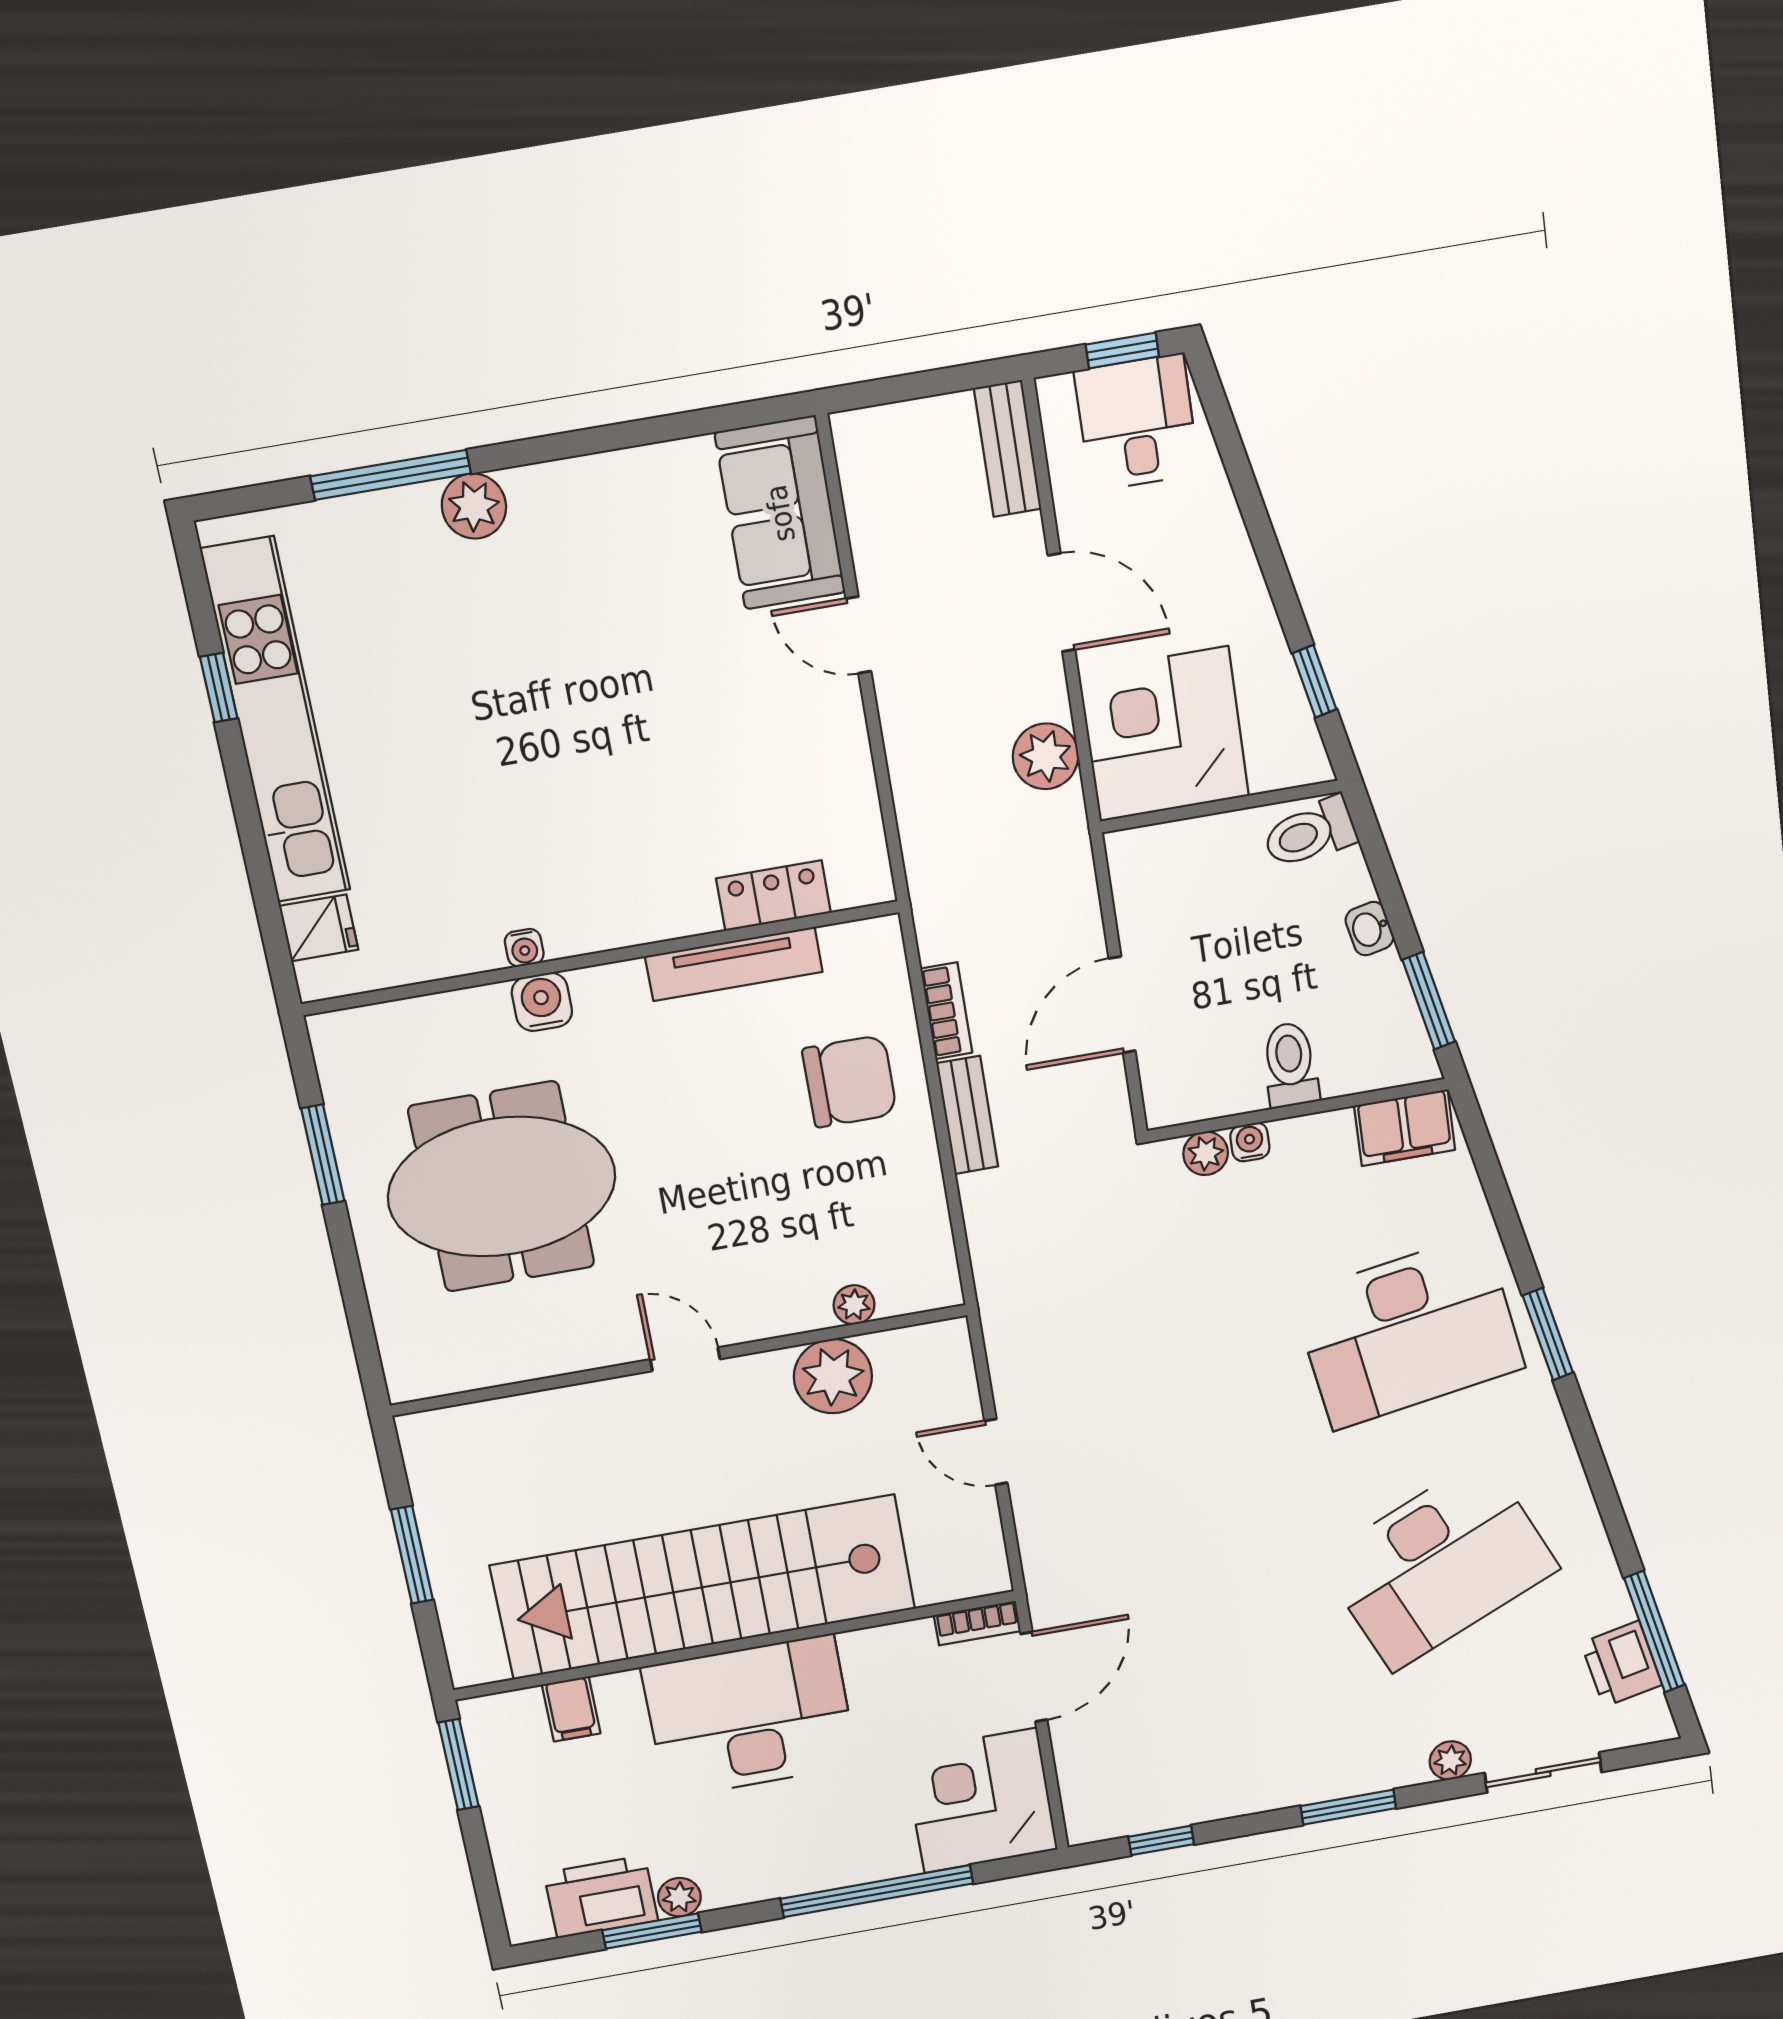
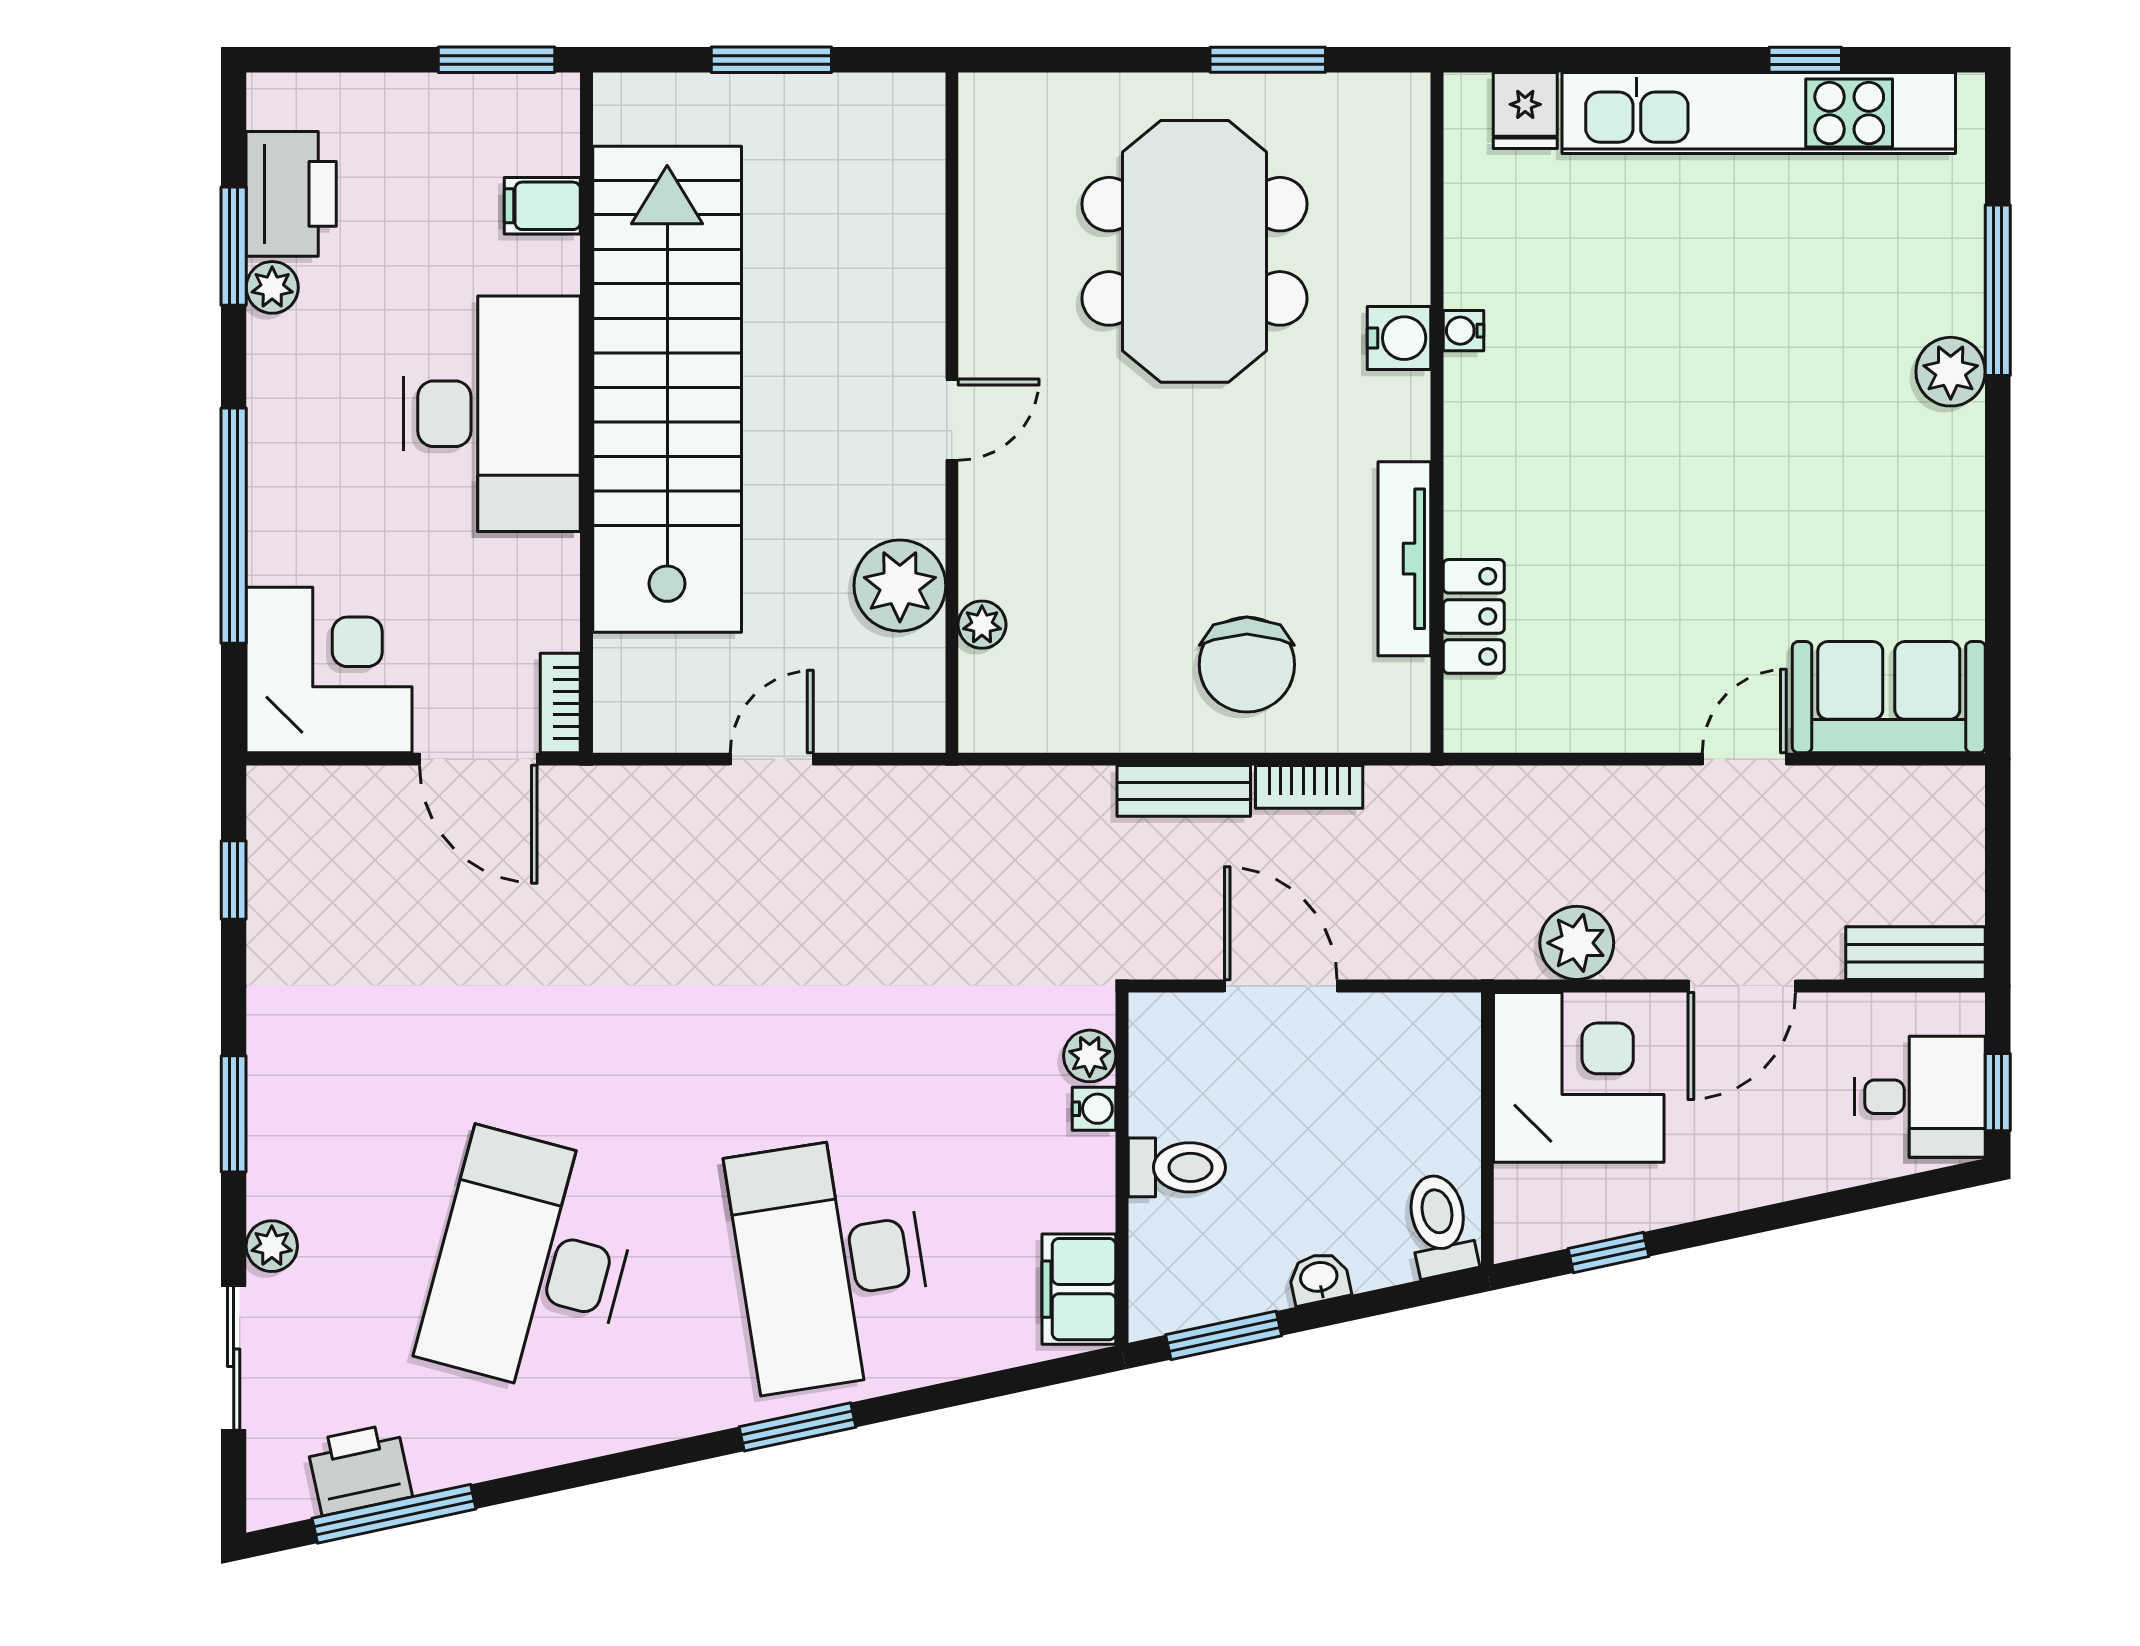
desk: (1439, 1564) -> (531, 1263), turned 39

